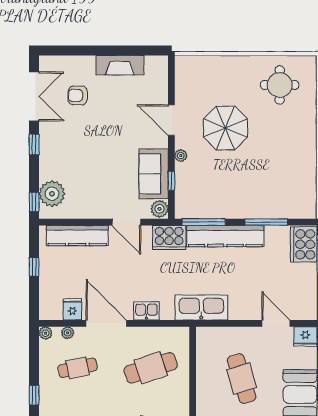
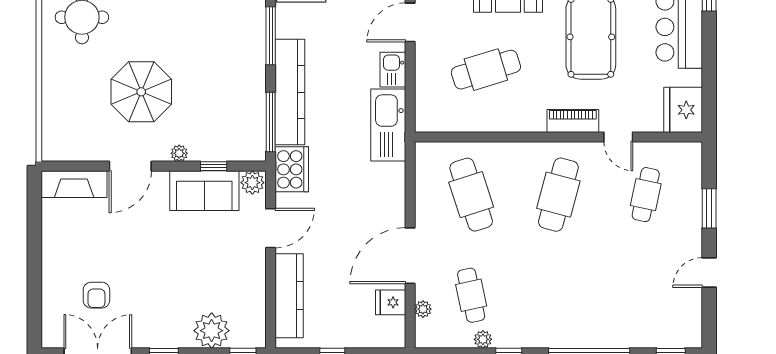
fireplace: (120, 65) -> (74, 184), moved, turned 90
plant: (52, 194) -> (212, 331), moved
kitchen sink: (146, 311) -> (393, 70), moved
plant: (46, 333) -> (483, 339), moved

